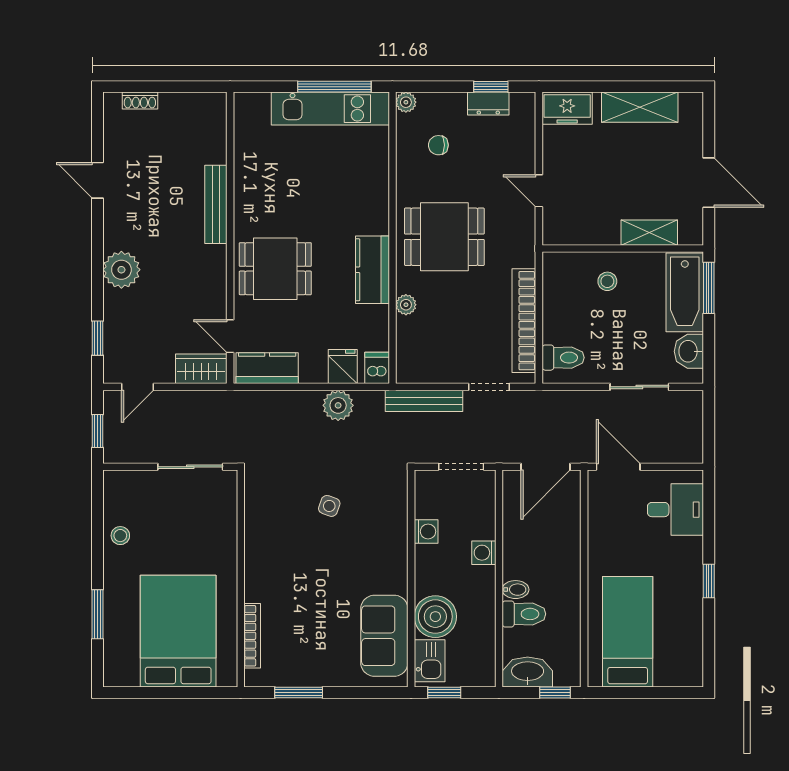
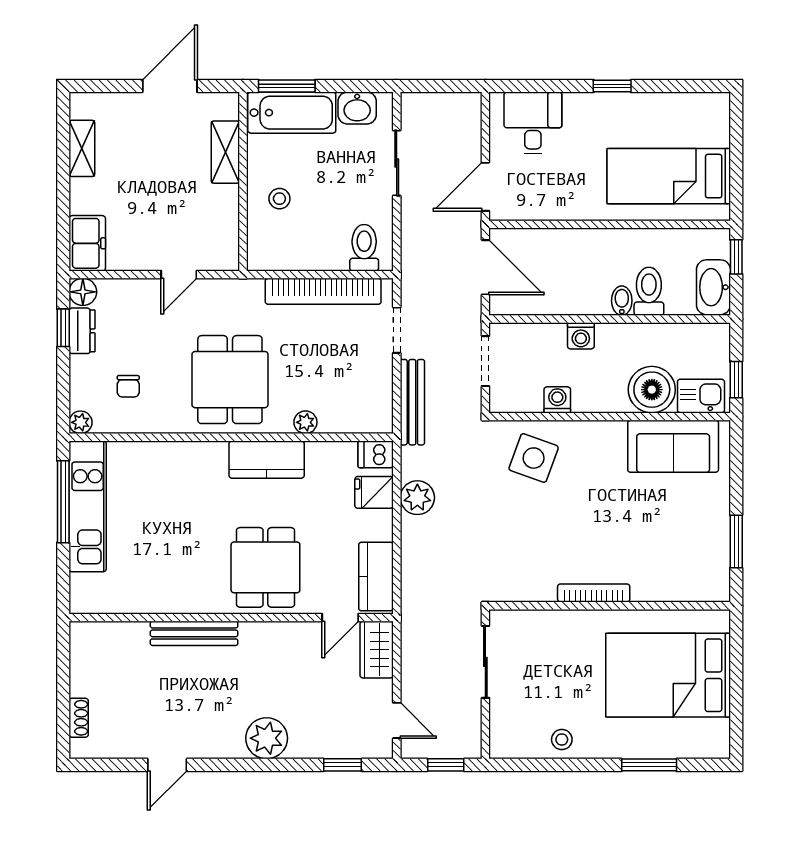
floor lamp: (523, 104) -> (83, 292), added
shelving: (640, 107) -> (82, 148), width x0.67, depth x0.75
side table: (329, 506) -> (534, 458), moved, width x1.87, depth x1.87
bookcase: (252, 636) -> (594, 593), moved

